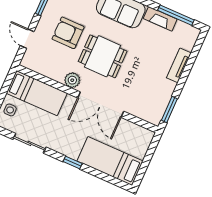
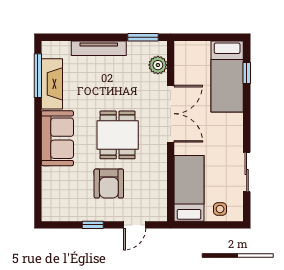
fireplace: (160, 19) -> (52, 84), width x1.37, depth x1.32
tv unit: (179, 65) -> (99, 48), width x1.41
plant: (72, 80) -> (158, 65), moved
window: (73, 163) -> (247, 73), moved

